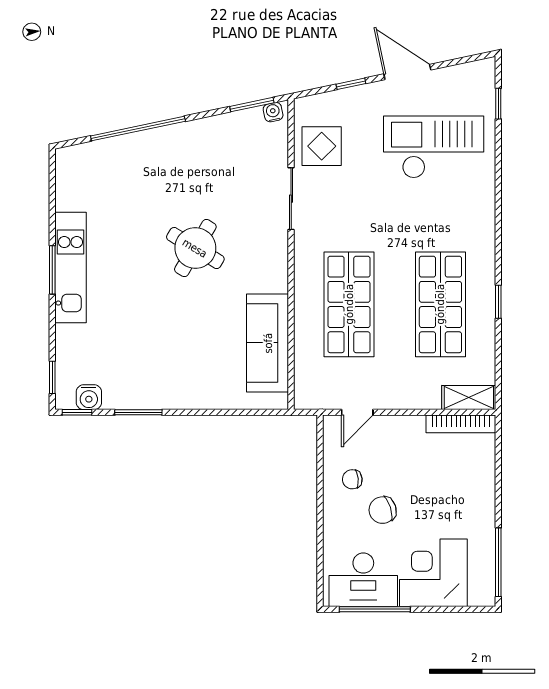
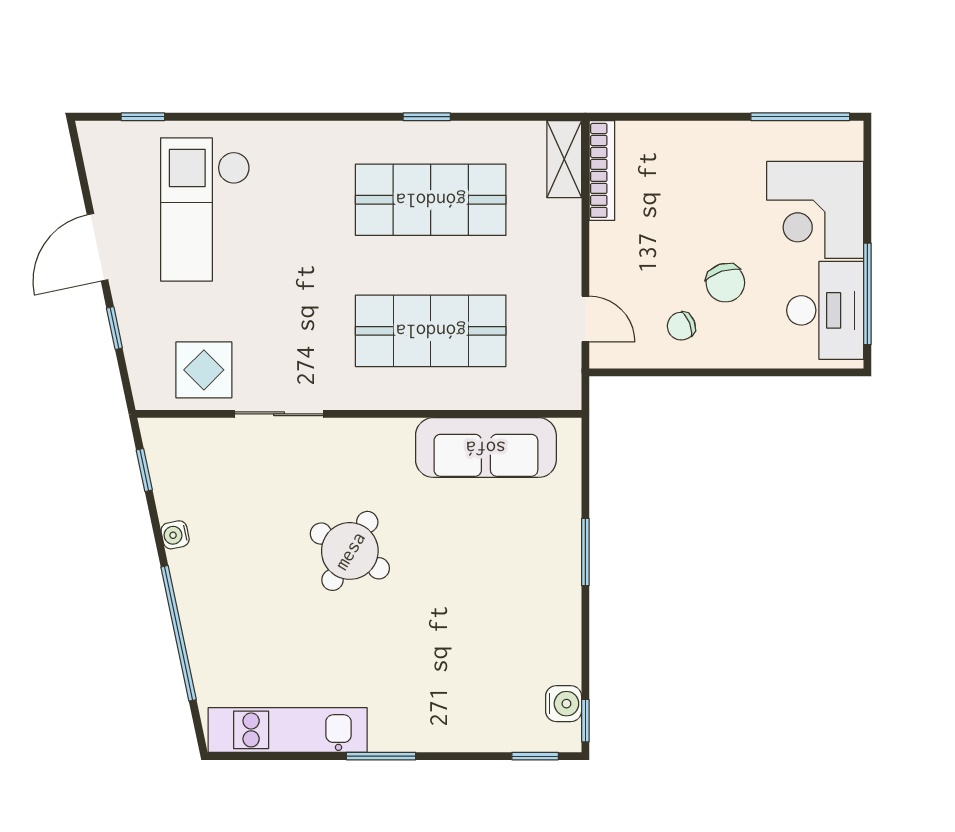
window: (252, 105) -> (144, 470), width x0.67
water cooler: (273, 112) -> (175, 535), moved
kitchen unit: (71, 268) -> (288, 730), moved
window: (138, 412) -> (585, 552), moved
chair: (352, 479) -> (681, 326), turned 74

